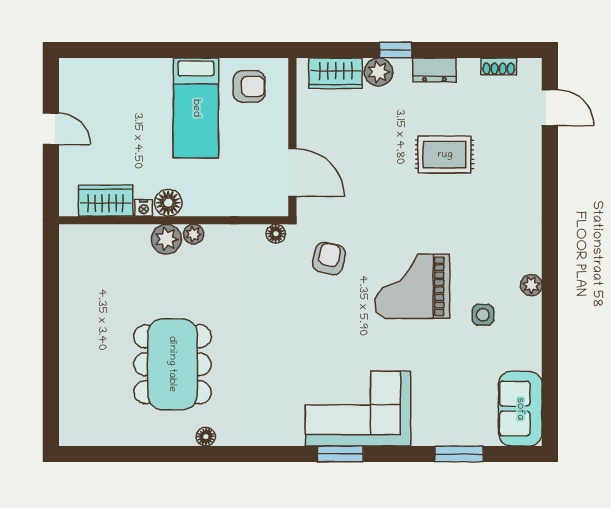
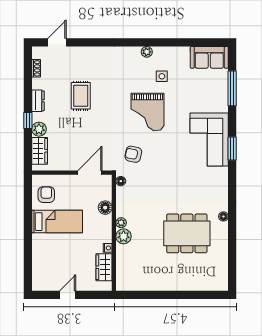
floor lamp: (168, 203) -> (105, 208), moved
window: (459, 454) -> (232, 88), width x1.44

